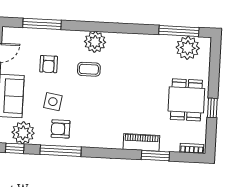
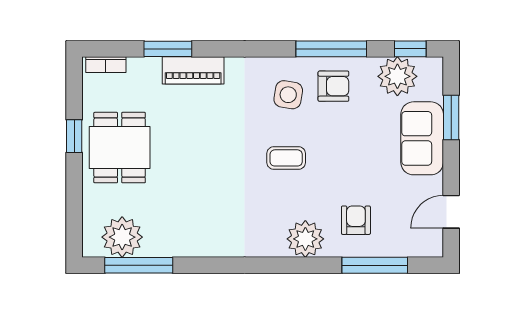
plant: (95, 42) -> (305, 239), moved
armchair: (49, 64) -> (356, 220), moved
coffee table: (89, 69) -> (286, 158), moved
side table: (53, 102) -> (288, 95), moved

